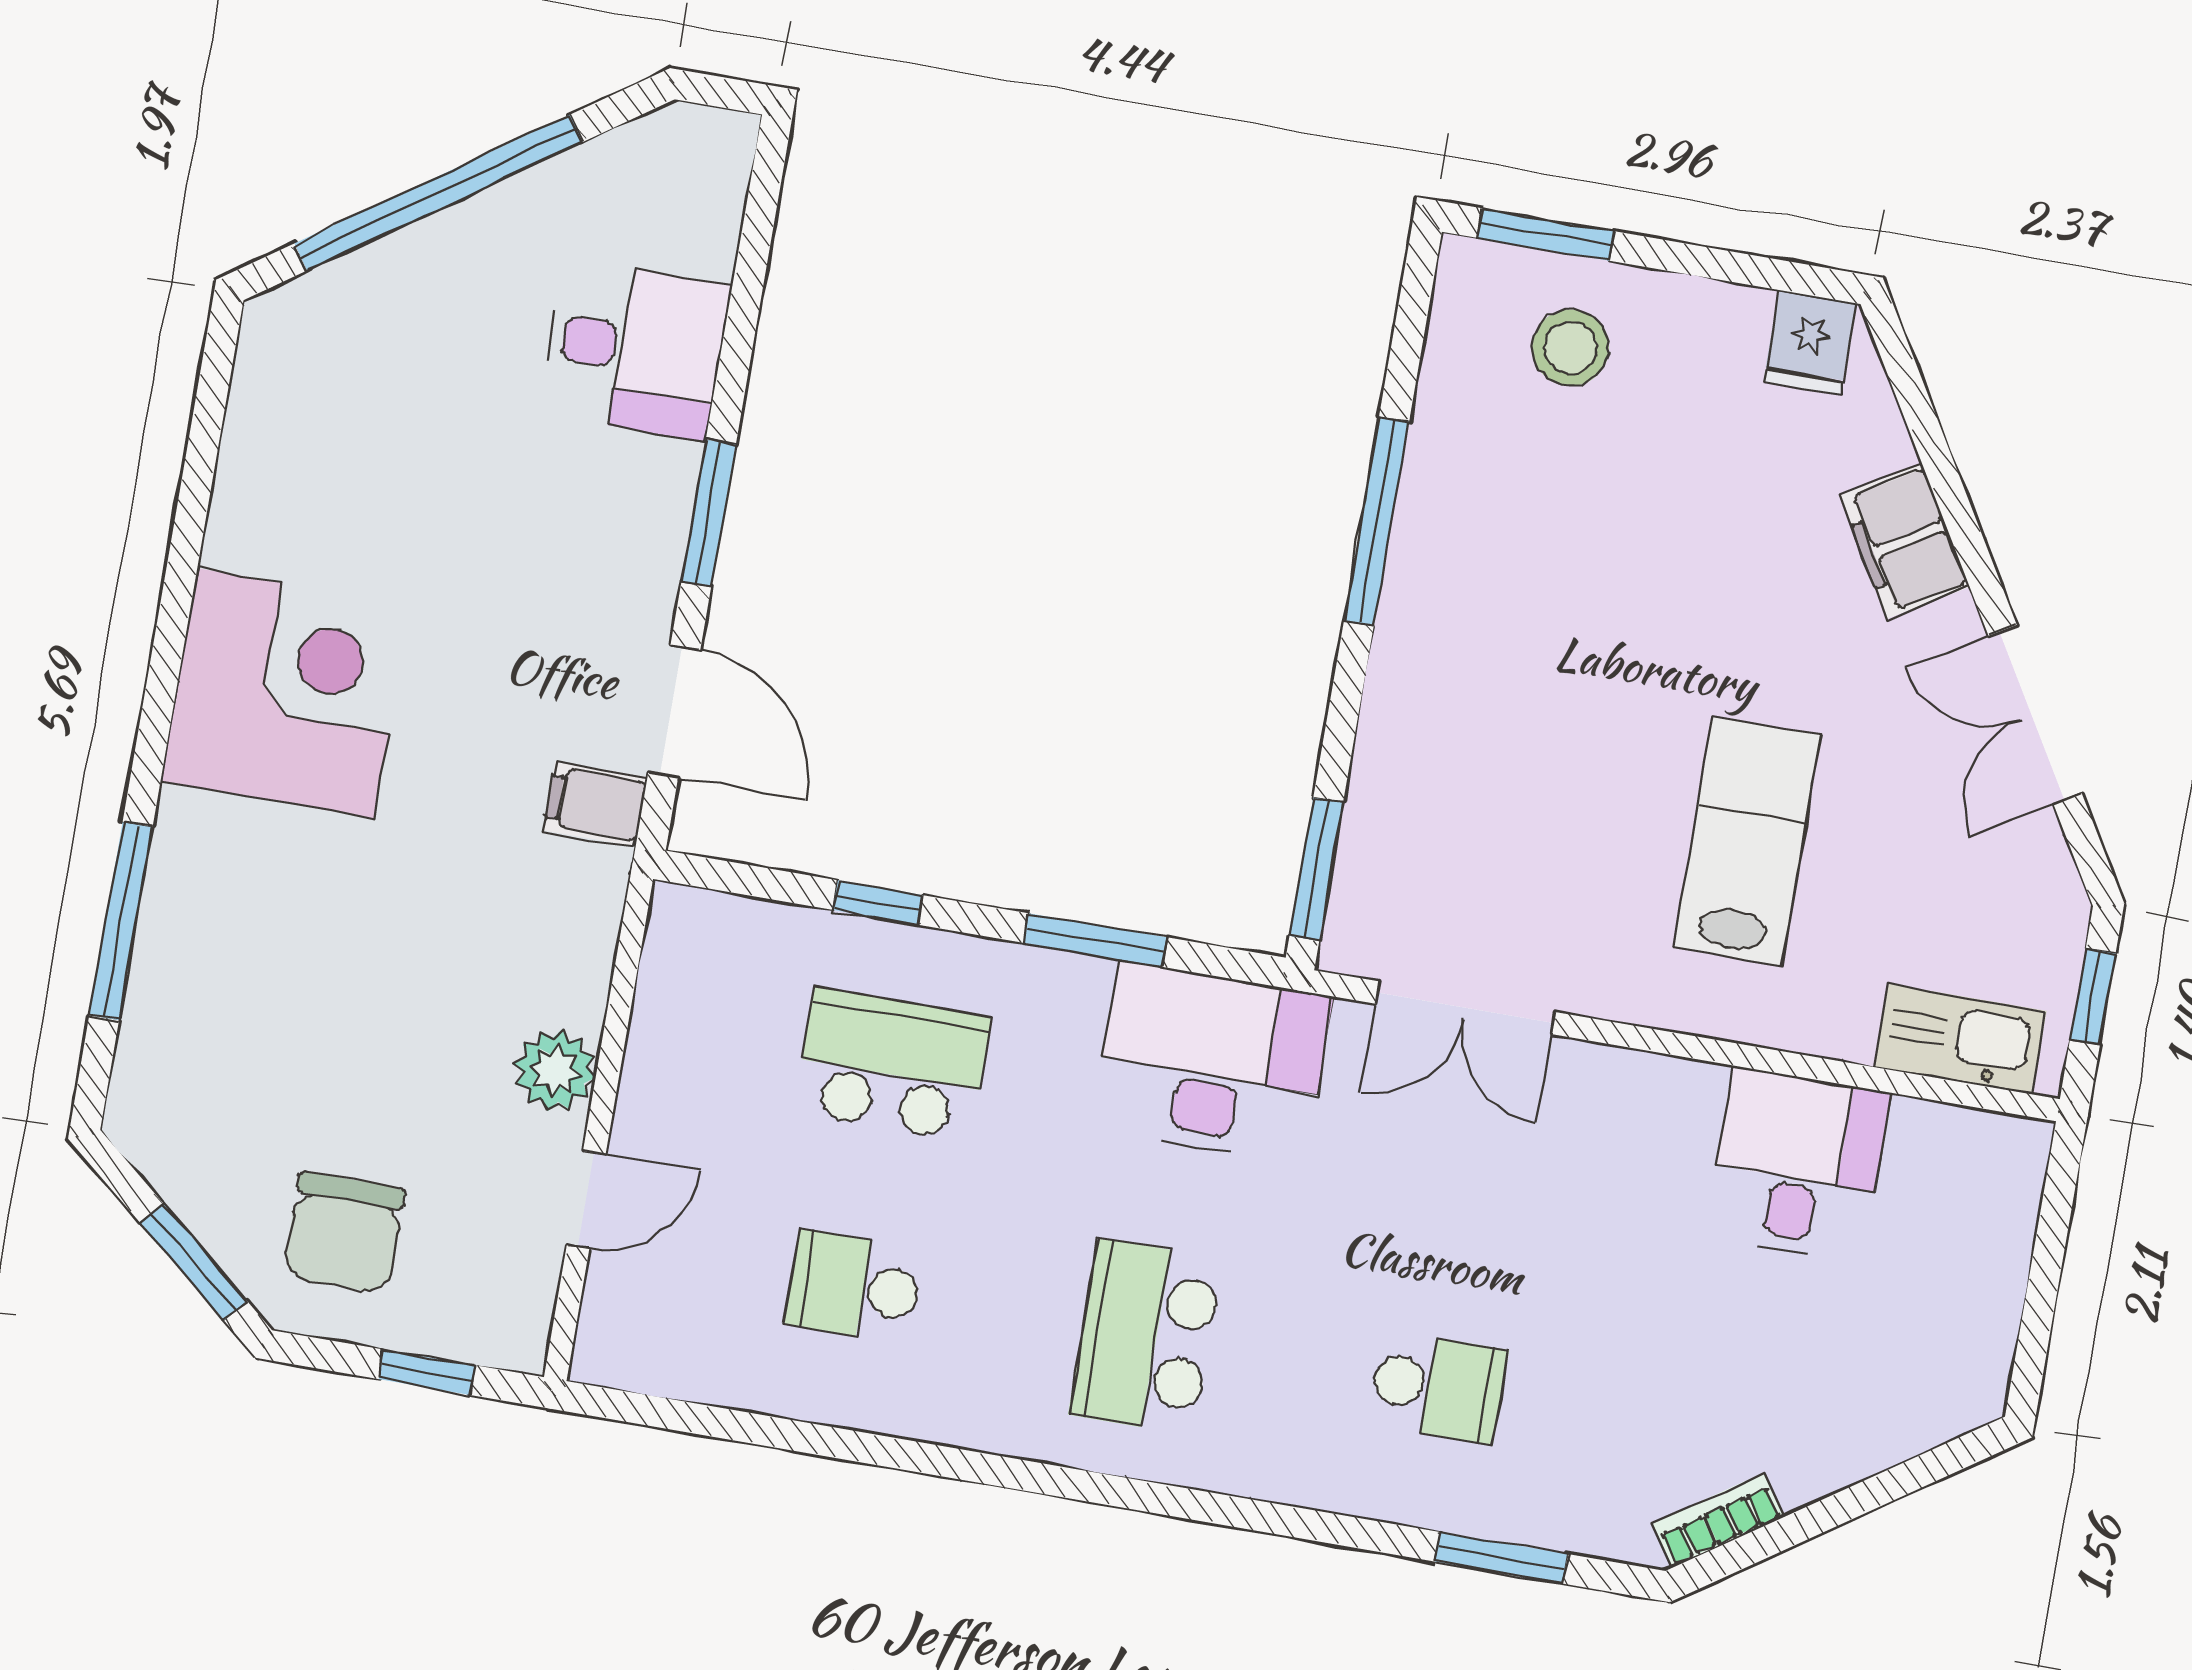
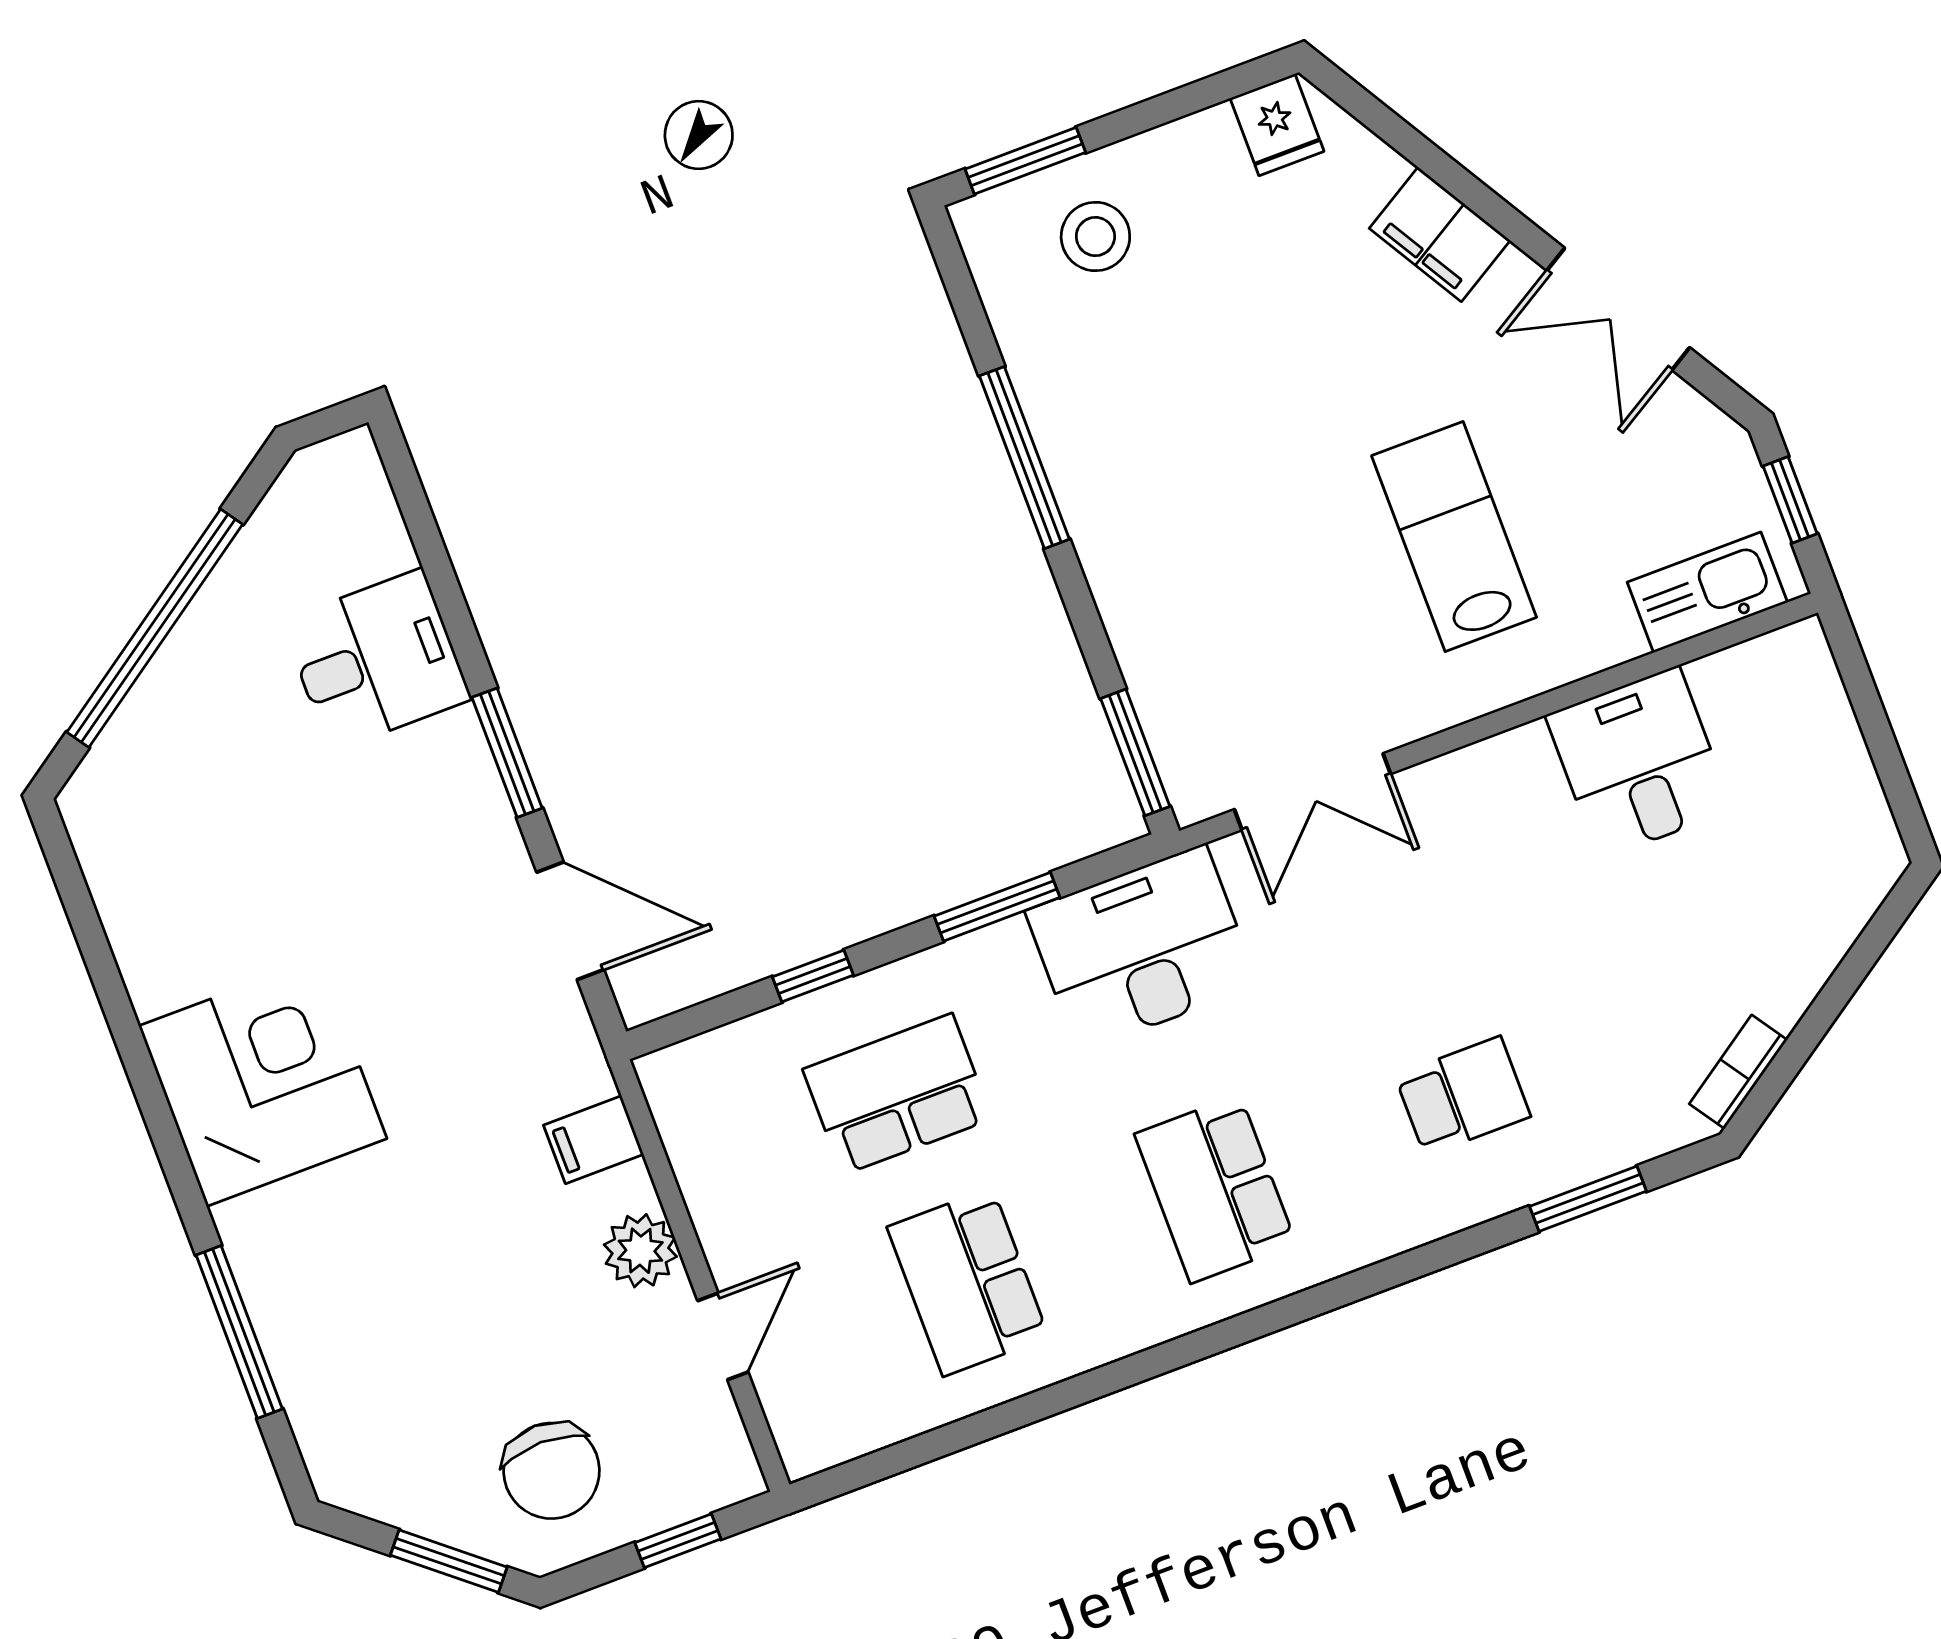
filing cabinet: (596, 804) -> (594, 1140), moved
school desk: (854, 1286) -> (968, 1282), width x1.85

